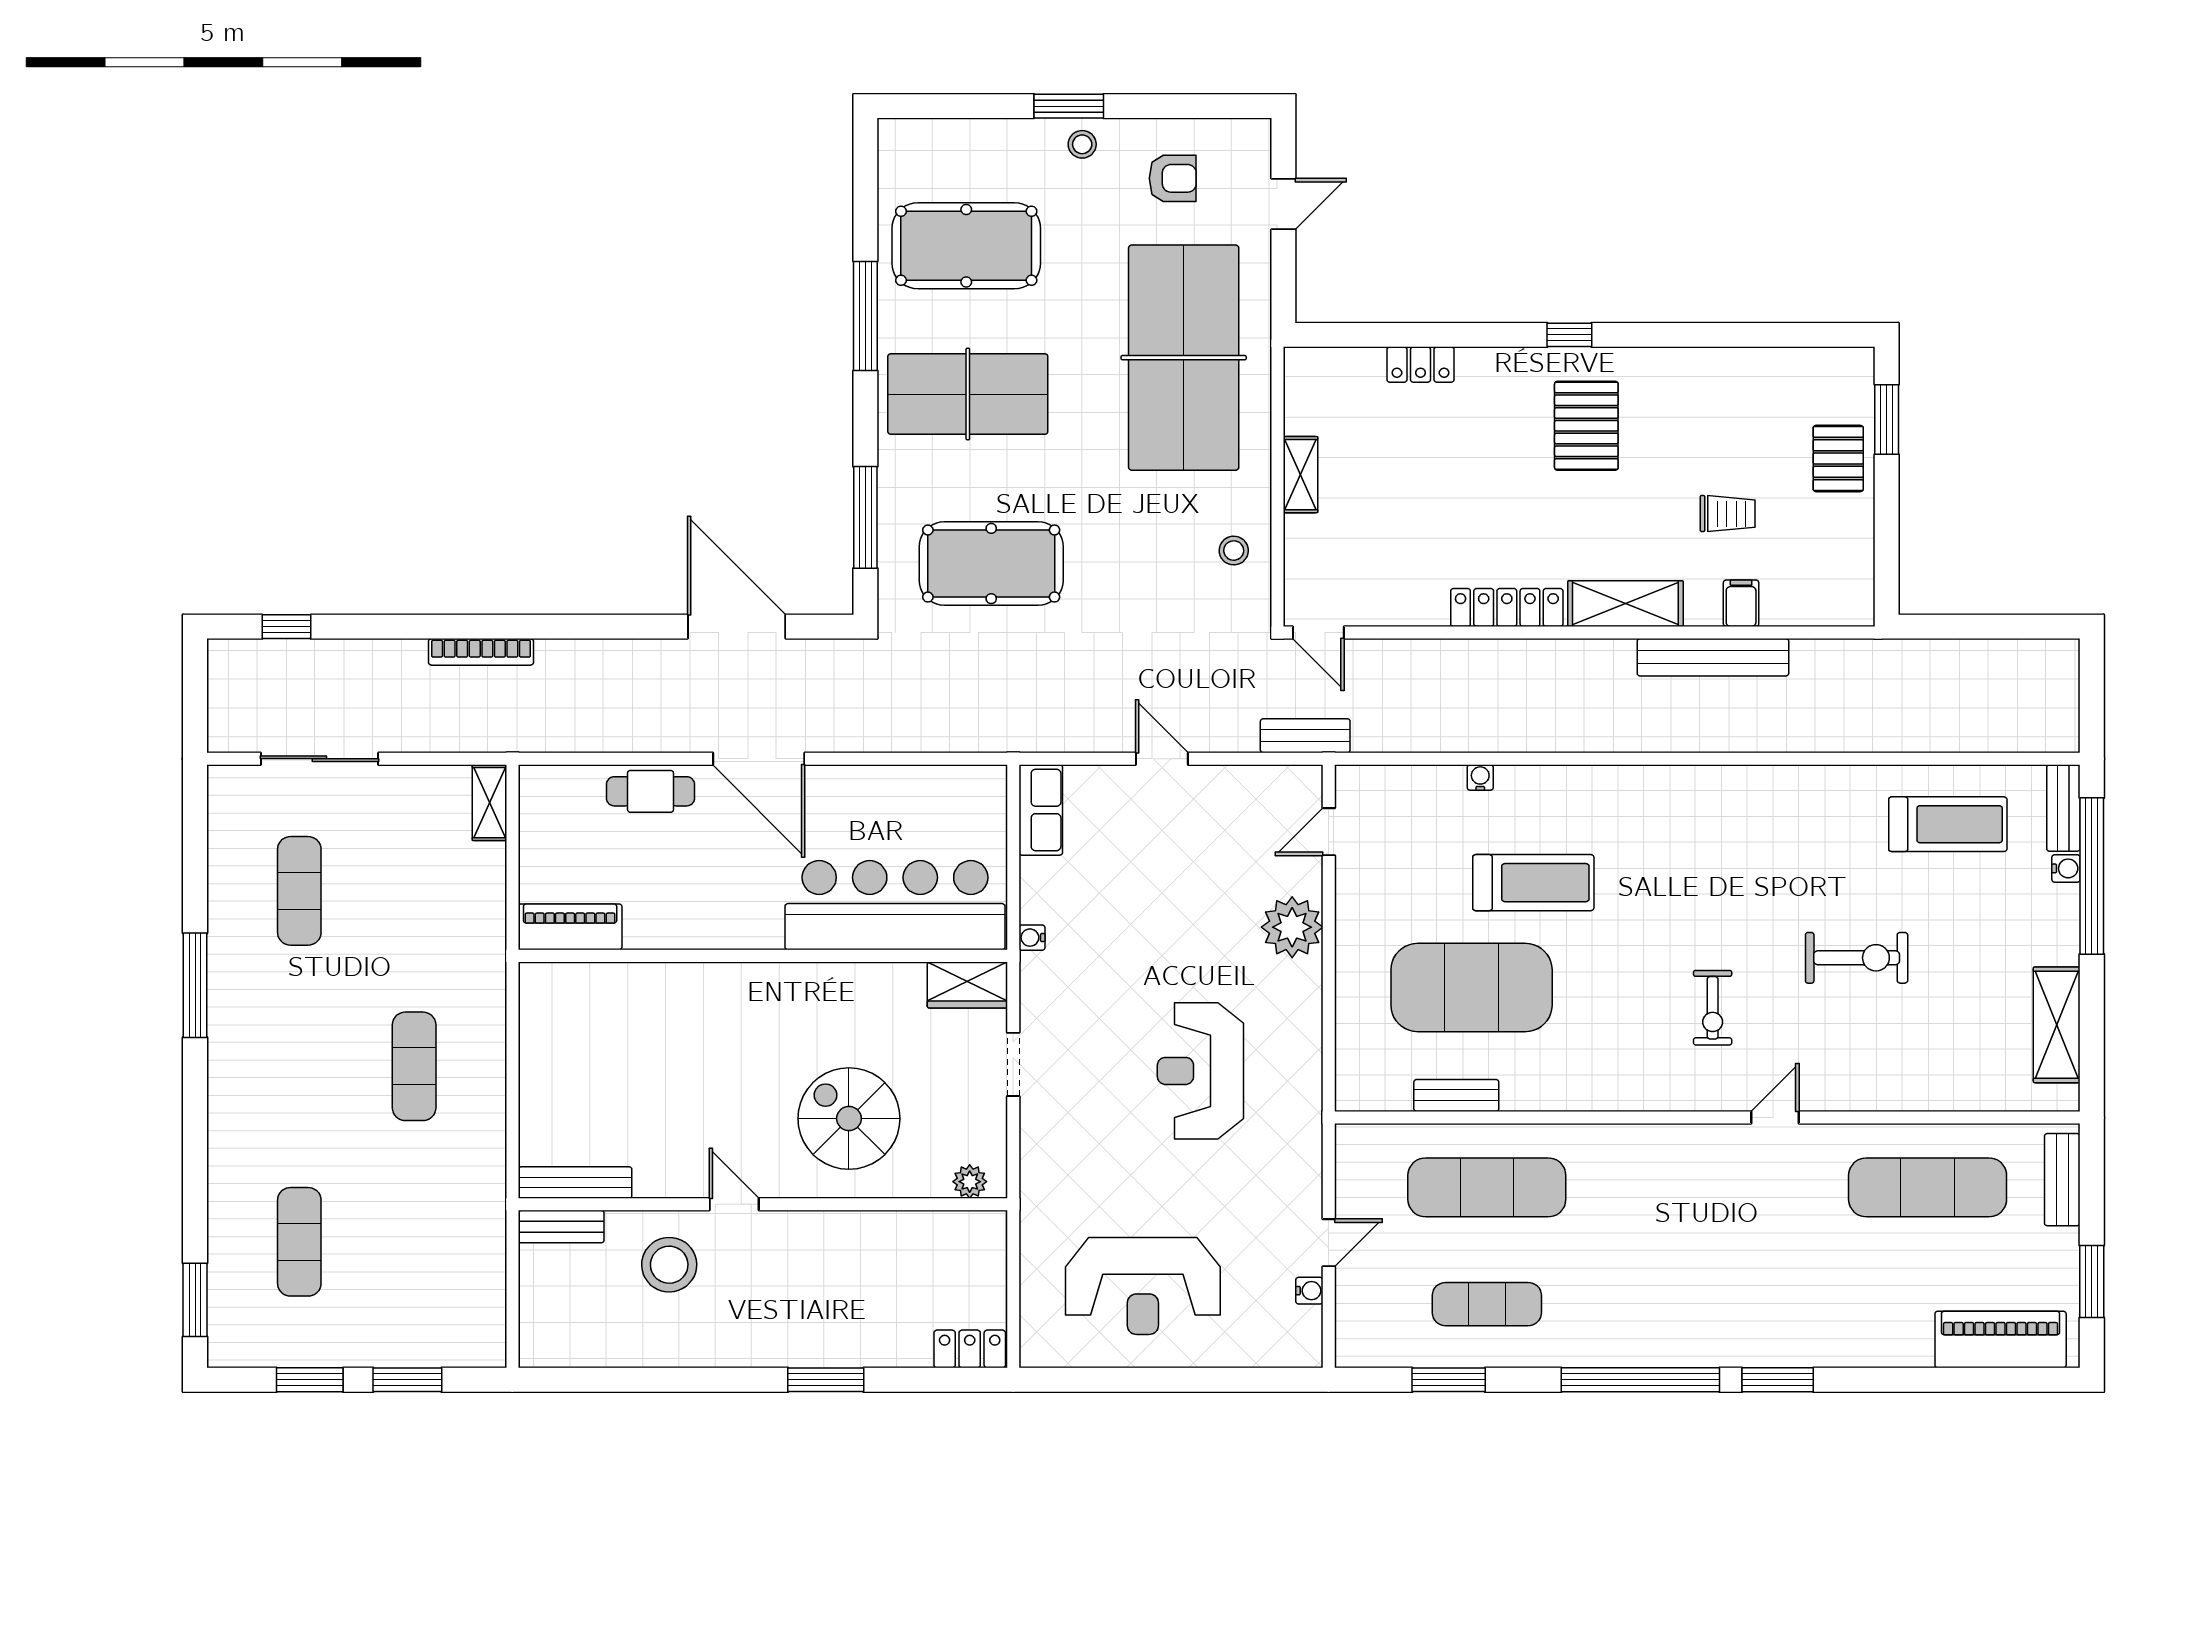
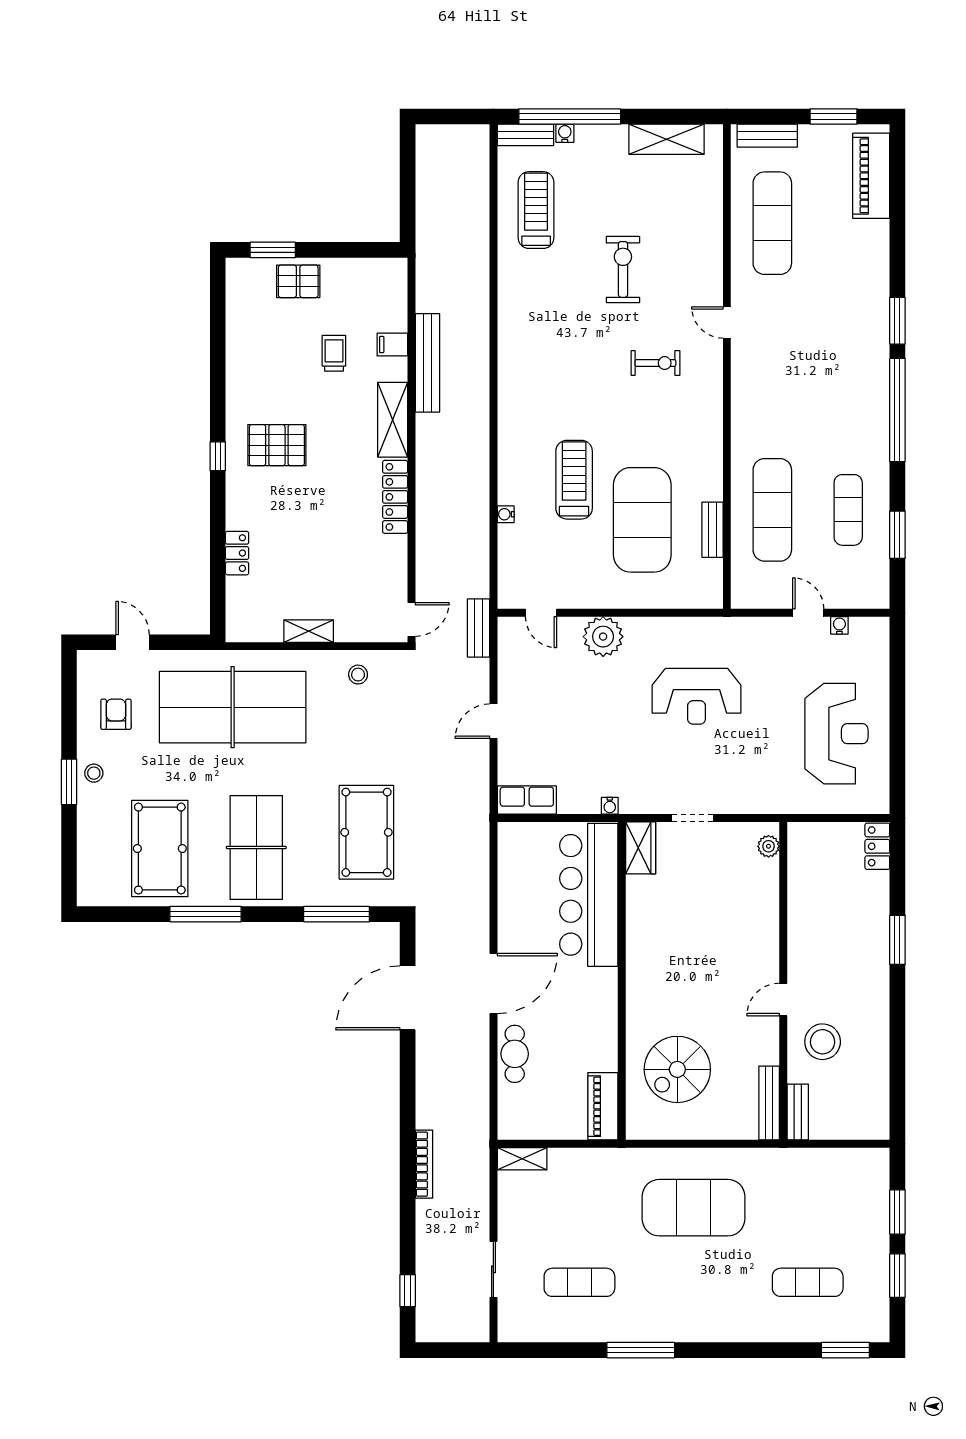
sliding door: (319, 759) -> (493, 1269), width x0.73
exercise mat: (414, 1066) -> (694, 1208), width x2.00, depth x1.45
spiral stairs: (849, 1119) -> (677, 1069), moved

